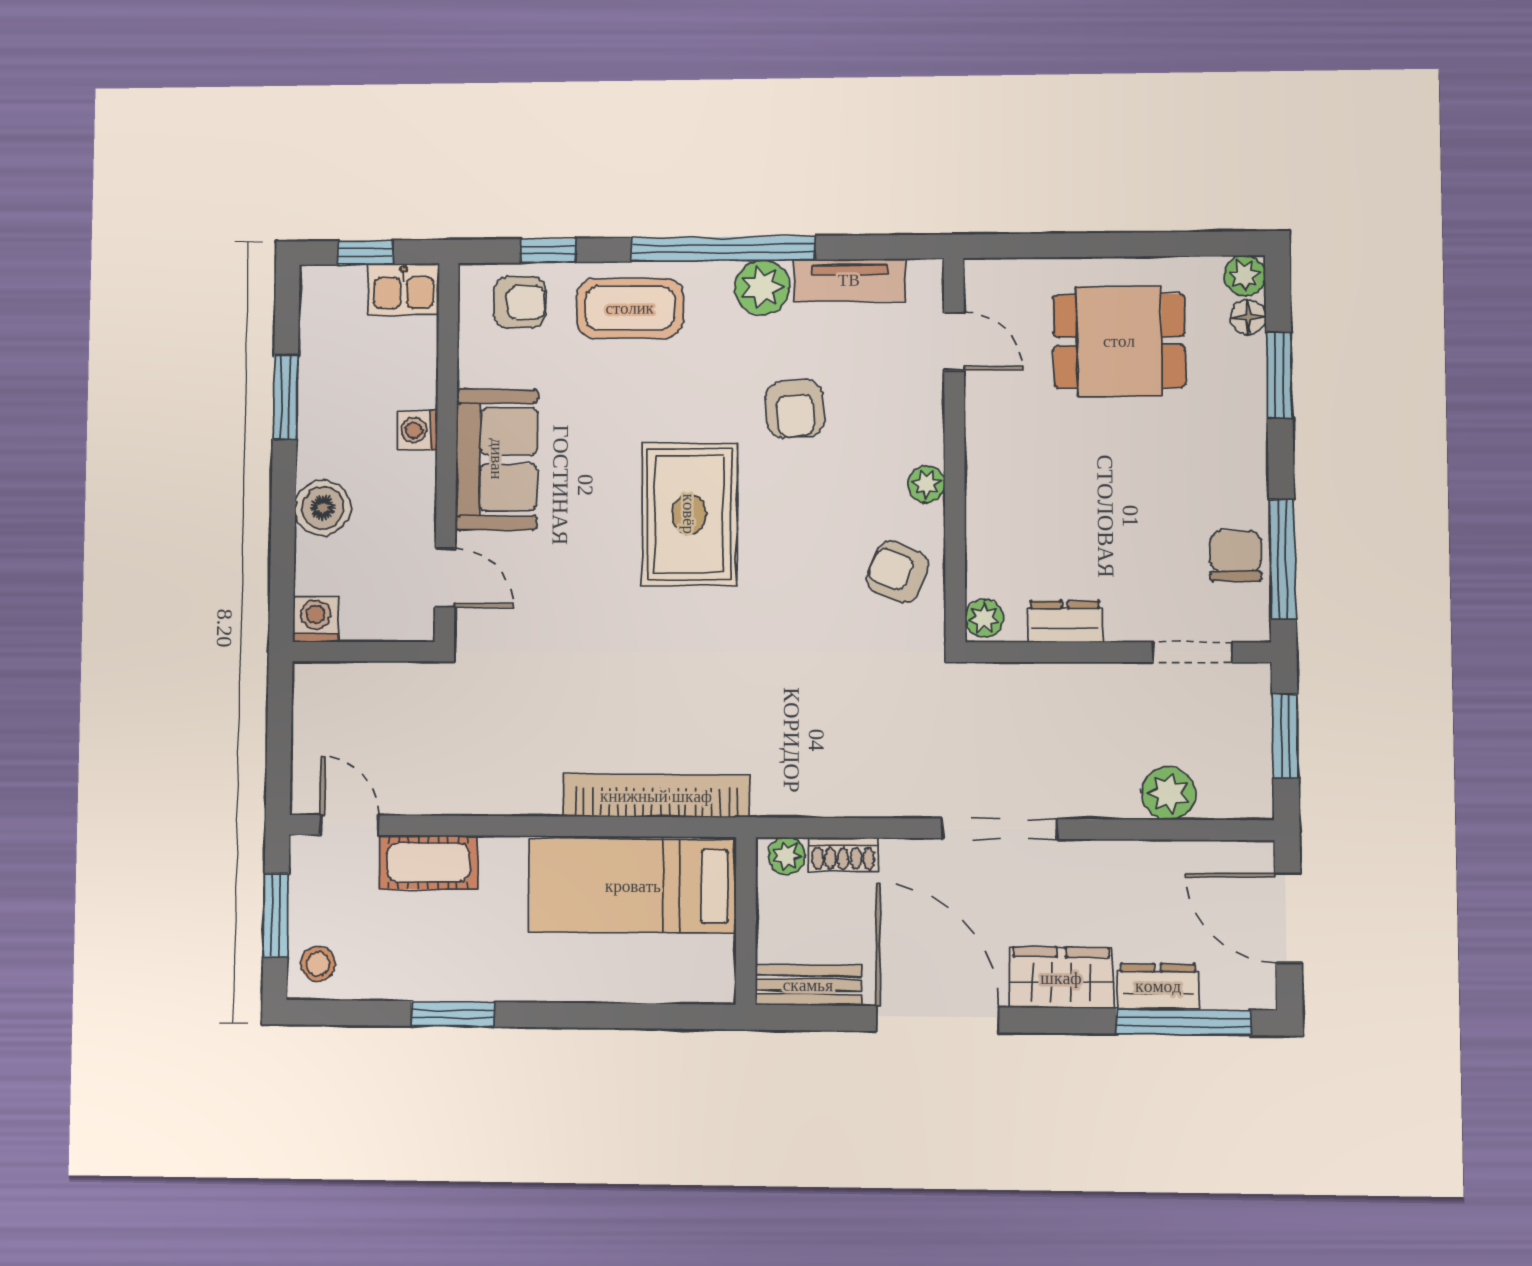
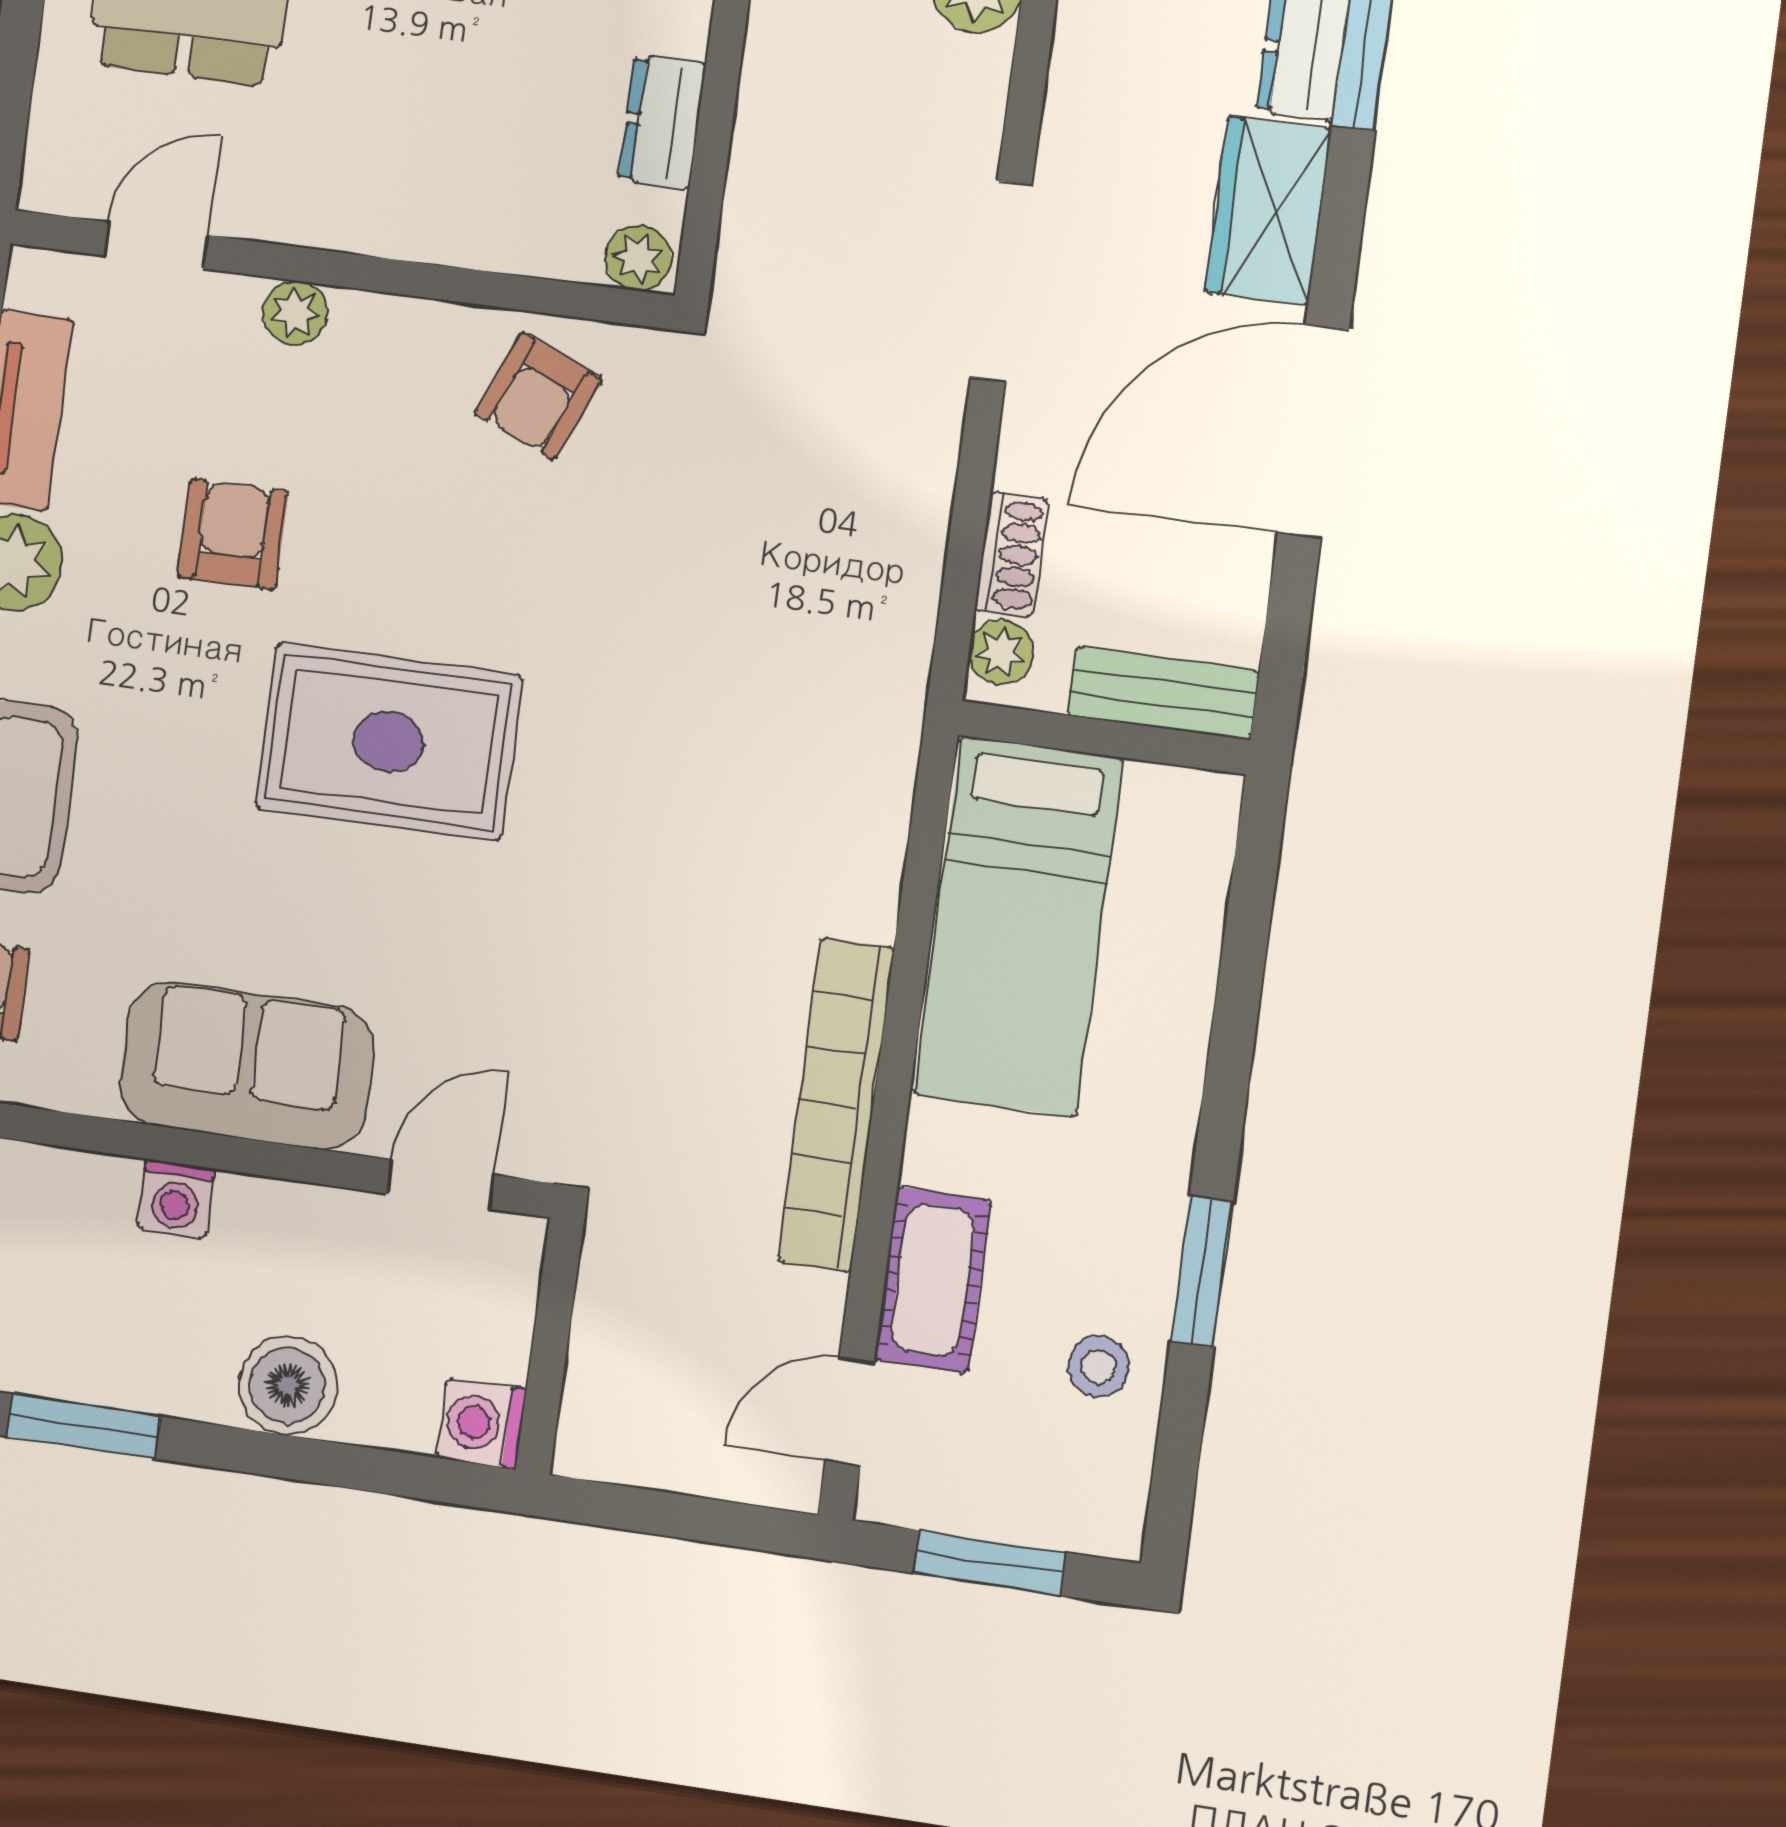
armchair: (795, 409) -> (233, 534), turned -86
plant: (926, 484) -> (295, 313), moved
bookcase: (656, 796) -> (836, 1105), moved
stool: (318, 964) -> (1099, 1367), moved
bench: (808, 985) -> (1163, 693), moved, turned 90

